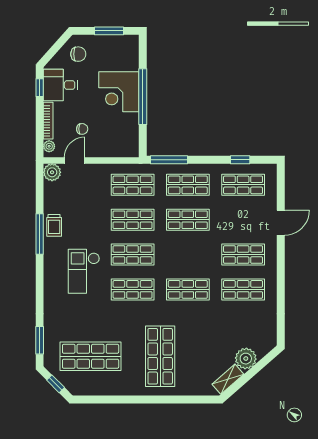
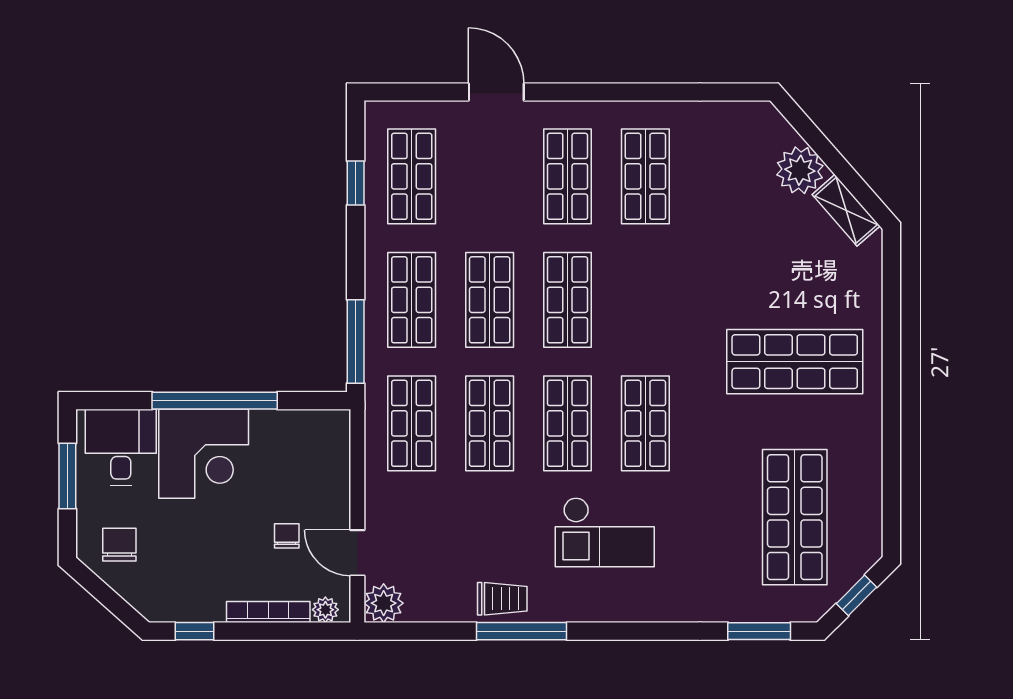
desk: (60, 85) -> (121, 447), moved, turned 180
shop shelf: (188, 289) -> (567, 300), moved

